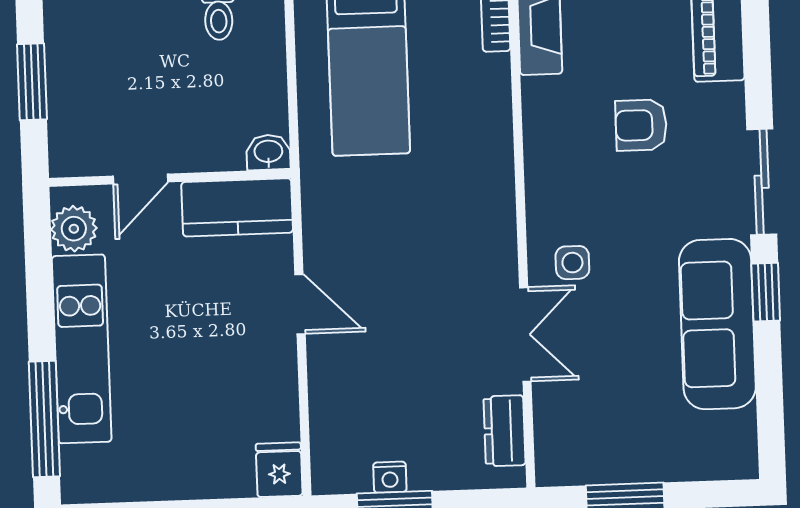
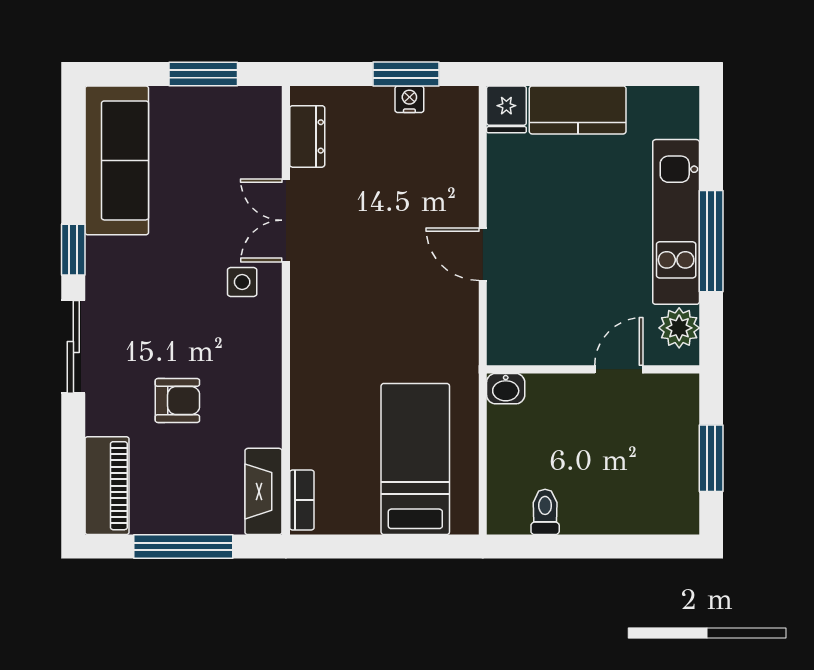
kitchen counter: (237, 207) -> (578, 110), moved, turned 180
sofa: (717, 324) -> (117, 160), moved
window: (44, 419) -> (711, 241), moved

